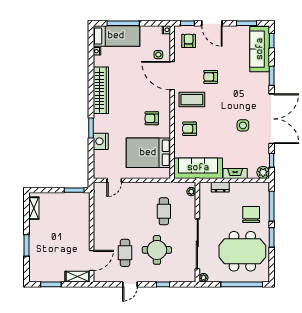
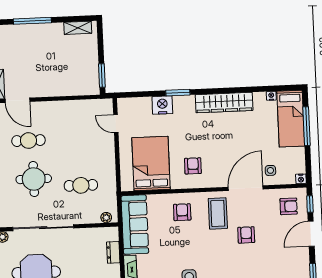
window: (27, 245) -> (32, 21), width x1.44

